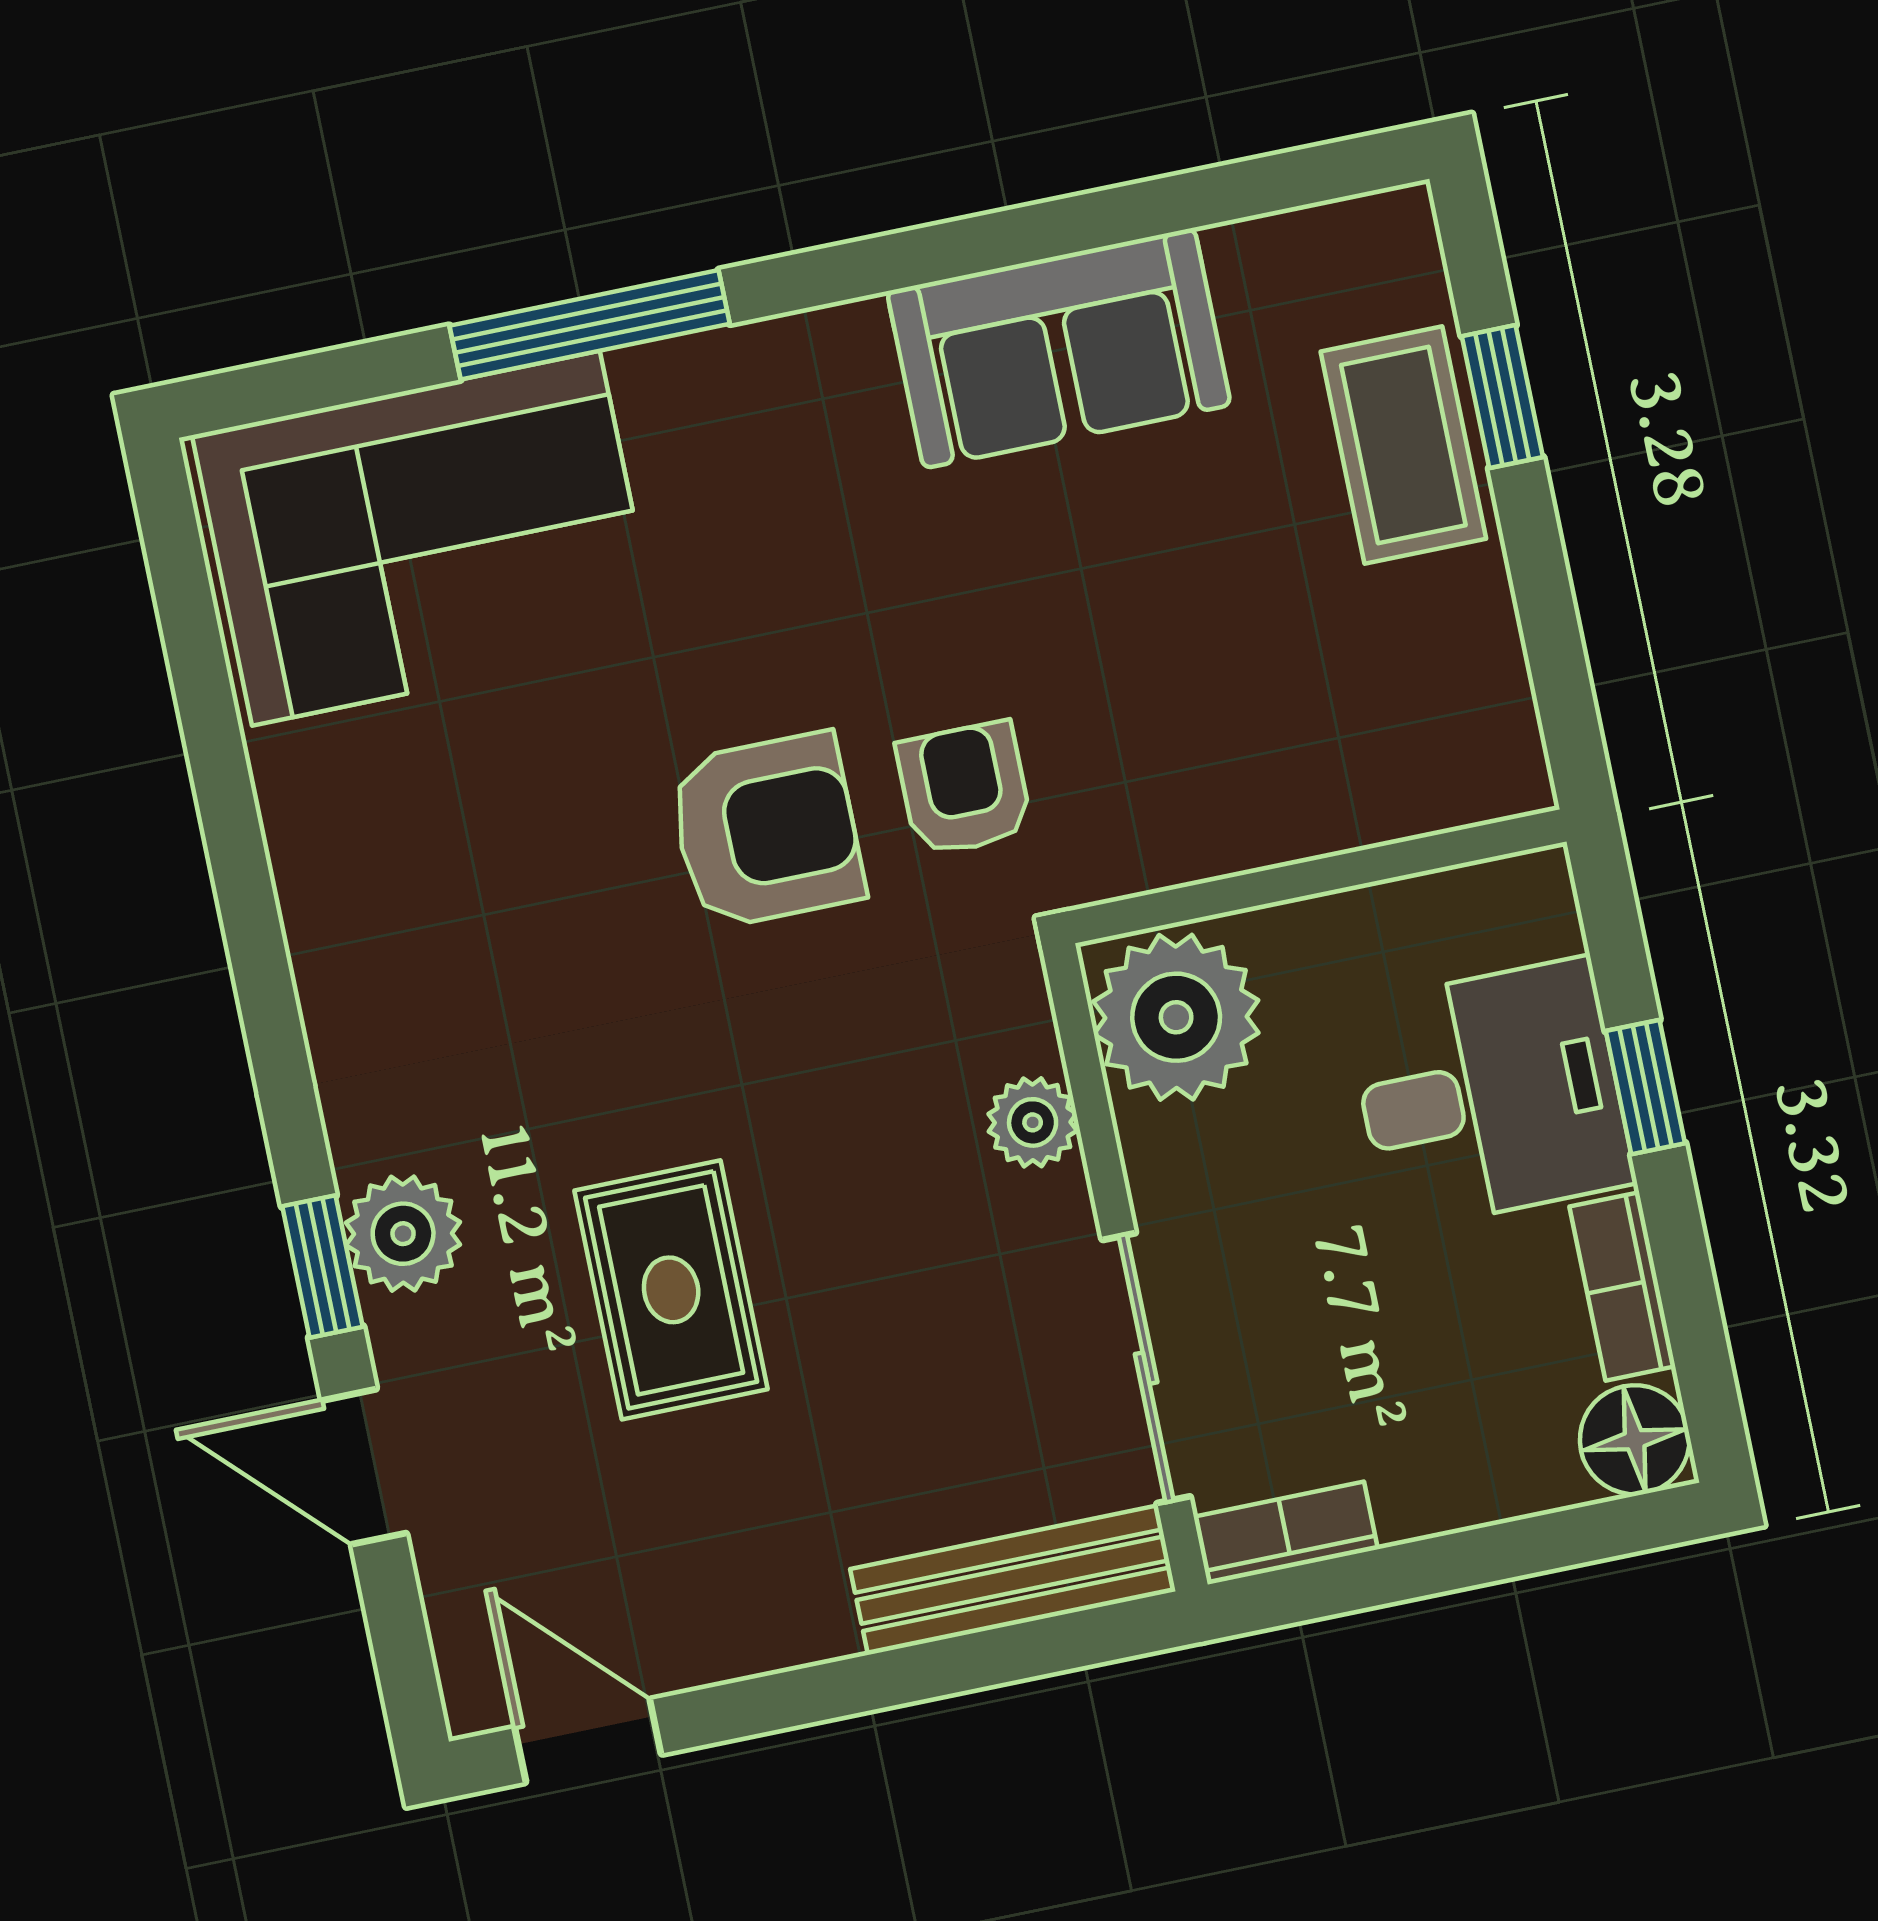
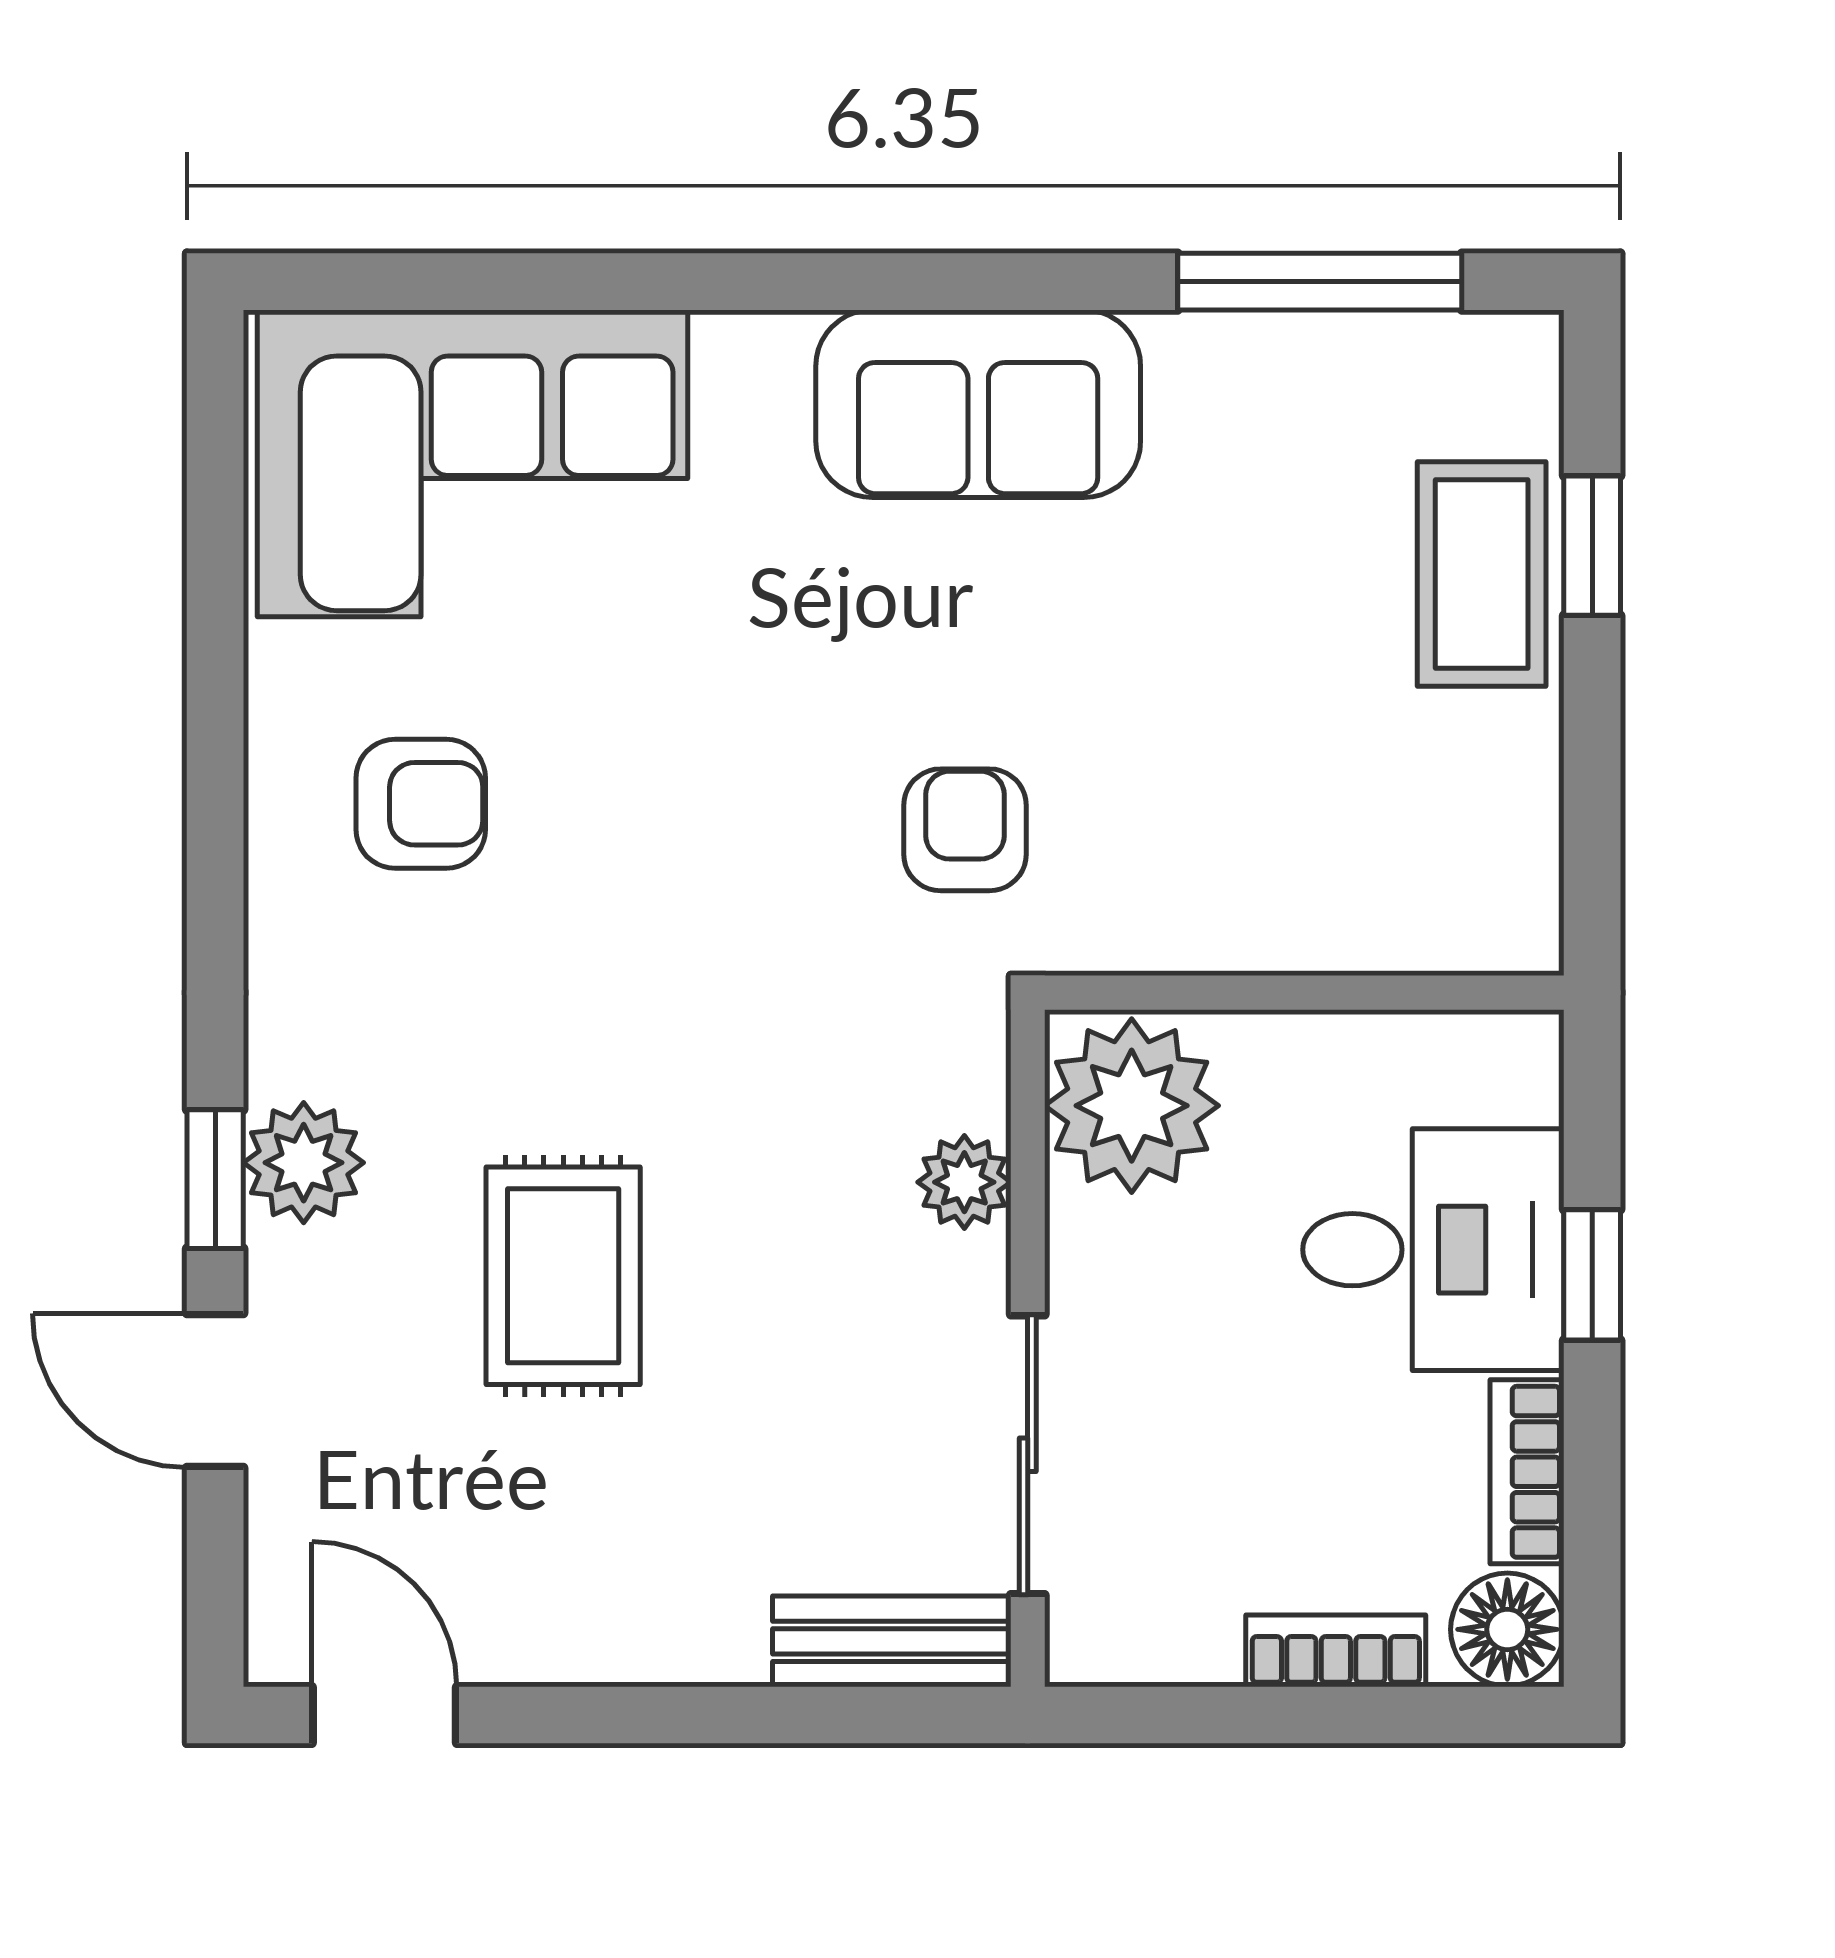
window: (590, 325) -> (1320, 282), moved
sofa: (1059, 348) -> (978, 404), moved
armchair: (766, 831) -> (421, 804), moved, width x0.72, depth x0.72
bookcase: (1286, 1533) -> (1336, 1651), moved
bench: (1013, 1580) -> (892, 1641), width x0.73

